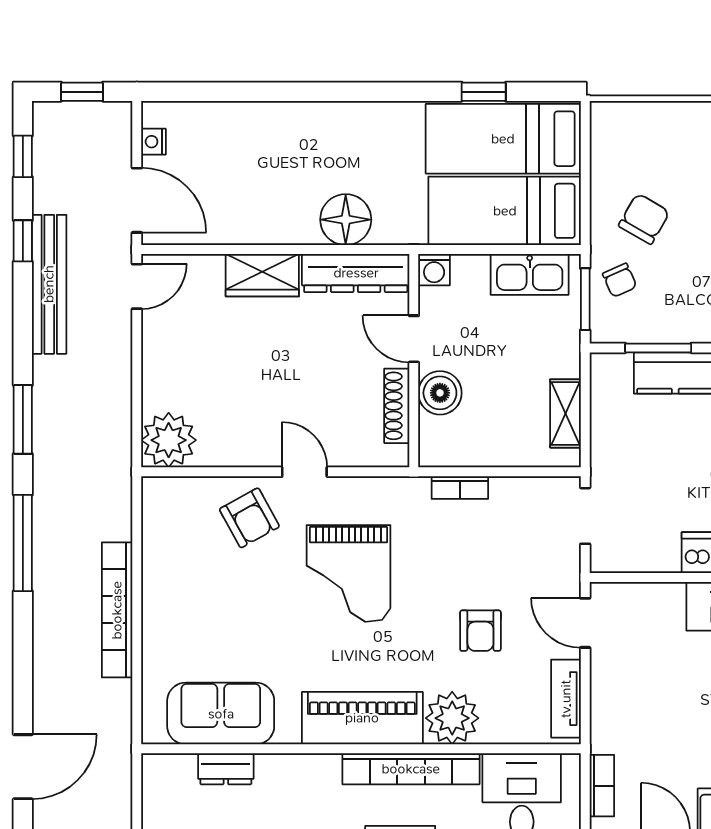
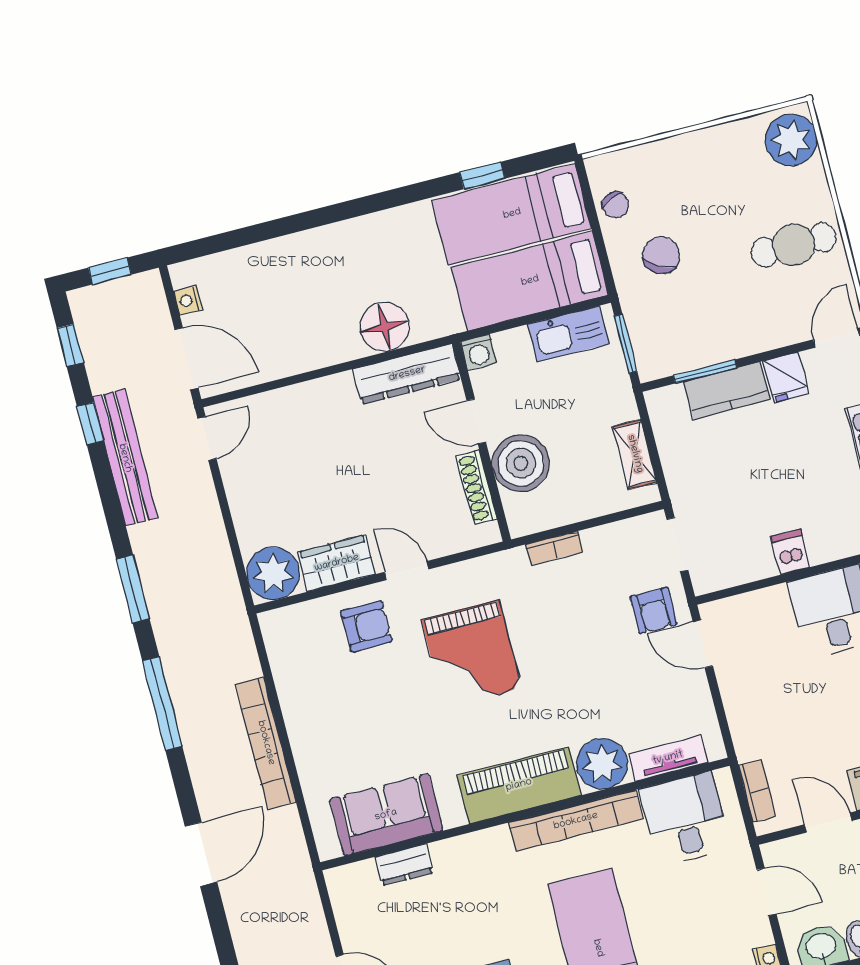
wardrobe: (262, 275) -> (337, 563), moved, turned 180
chair: (620, 280) -> (616, 205), moved
boiler: (440, 393) -> (521, 463), width x1.37, depth x1.37
armchair: (249, 518) -> (366, 626), turned -61
armchair: (480, 631) -> (654, 611), moved
tv unit: (566, 699) -> (668, 758), moved, turned 90
door: (23, 767) -> (201, 854), moved

